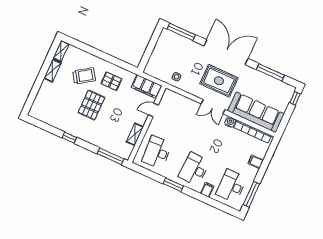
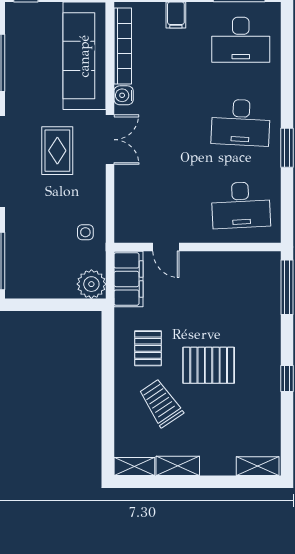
plant: (152, 69) -> (91, 284), added
rug: (219, 81) -> (57, 151), width x0.73, depth x0.70
shelving: (135, 134) -> (258, 466), moved
filing cabinet: (207, 190) -> (268, 81), removed

